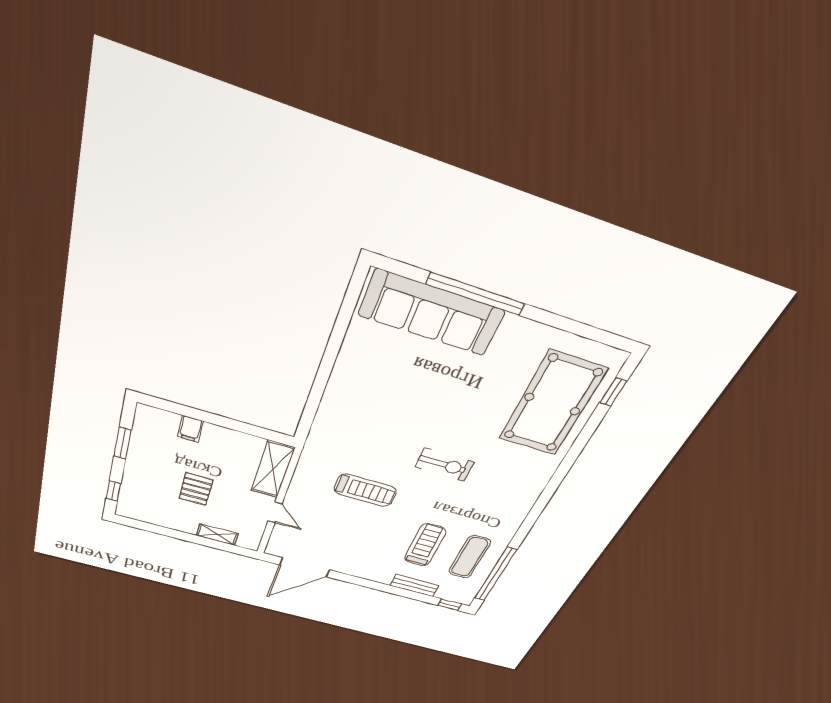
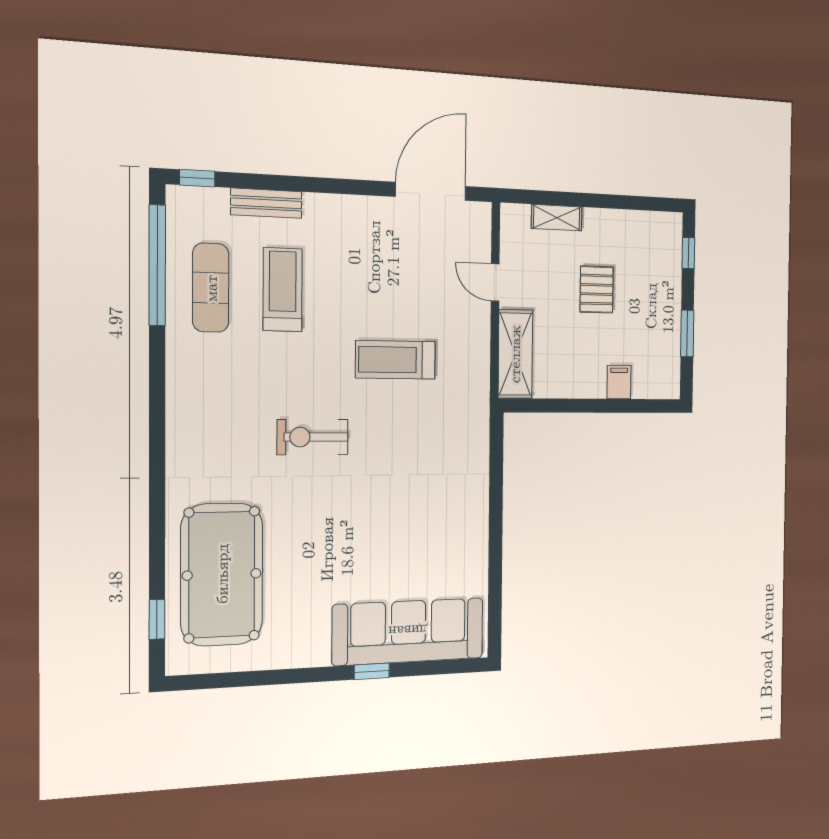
window: (476, 294) -> (372, 671), width x0.32
treadmill: (425, 545) -> (283, 290), turned 180

